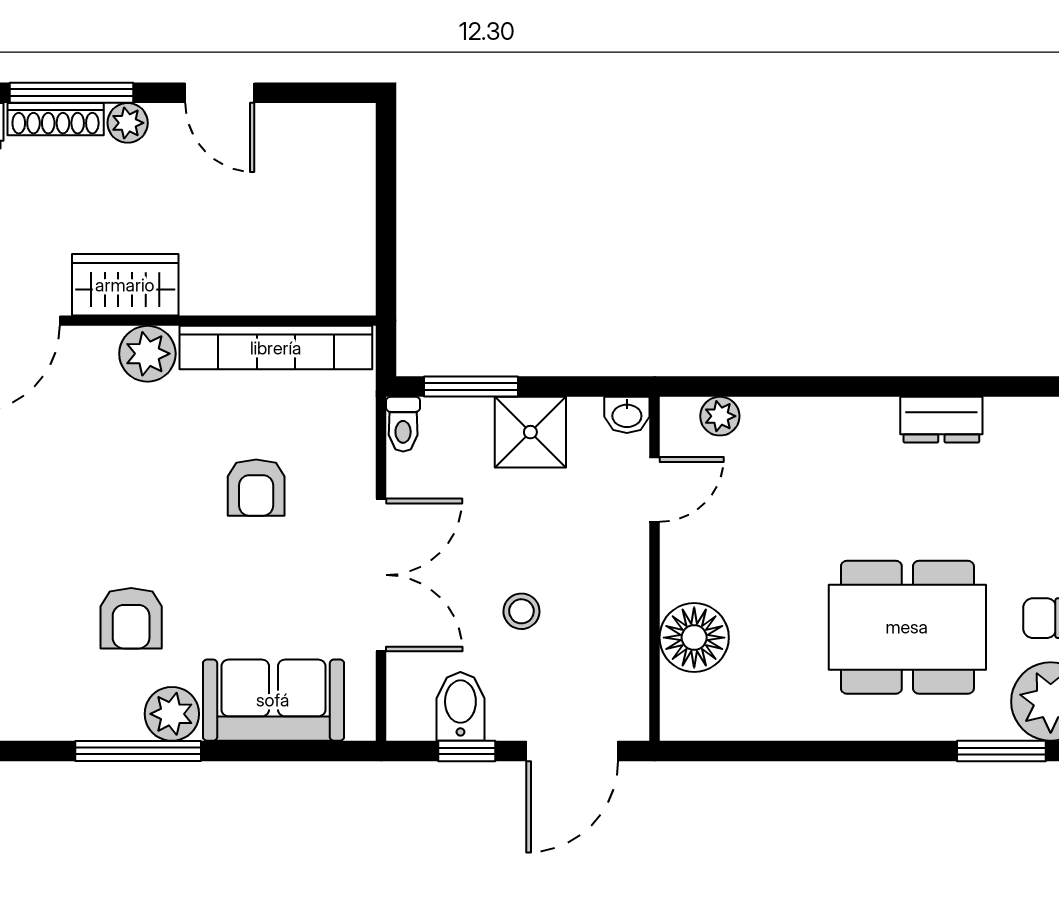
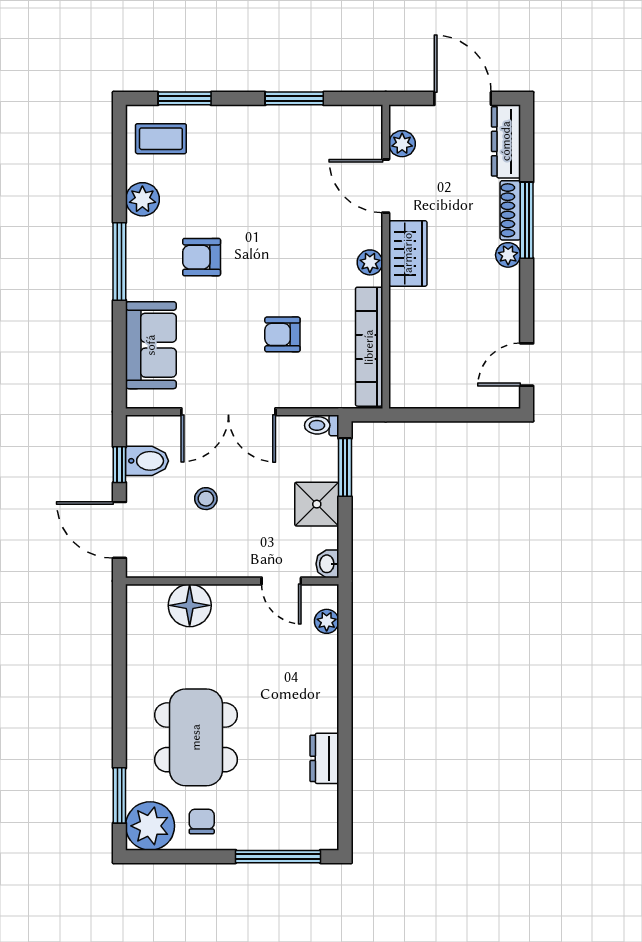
door: (220, 93) -> (527, 365), moved
plant: (147, 354) -> (370, 262), width x0.73, depth x0.73
plant: (172, 714) -> (142, 199), moved

